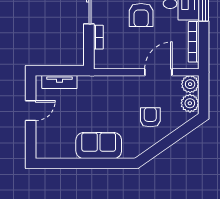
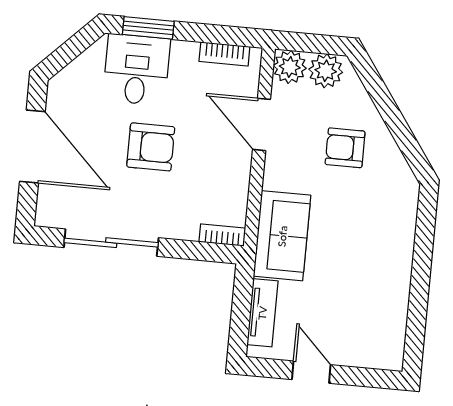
bookcase: (98, 37) -> (222, 235), moved
bookcase: (194, 42) -> (224, 54), width x0.64
sofa: (99, 146) -> (282, 236), moved, turned 180

